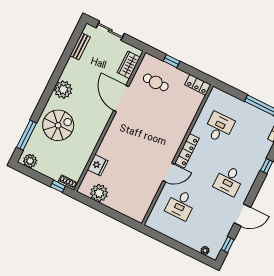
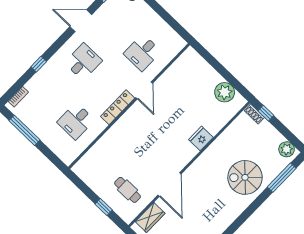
locker: (198, 85) -> (84, 173), removed
plant: (63, 90) -> (228, 213), removed
fridge: (98, 165) -> (201, 138), moved
door: (169, 172) -> (144, 90), swing flipped
desk: (181, 205) -> (142, 53), turned 180

